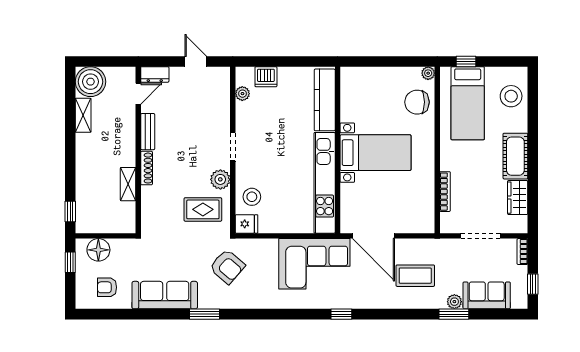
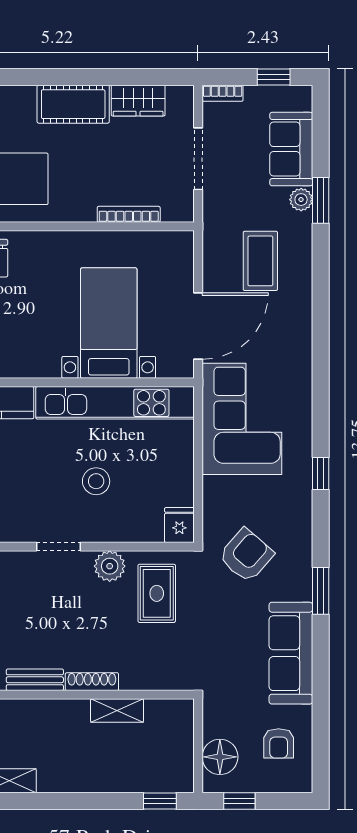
bed with nightstands: (376, 153) -> (109, 323), moved
stool: (252, 197) -> (96, 481), moved
window: (341, 314) -> (321, 474), moved

